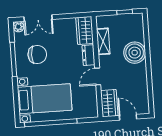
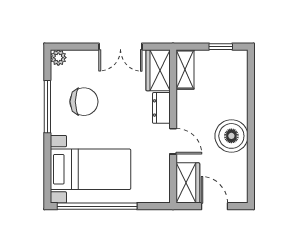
double door: (38, 18) -> (120, 47), moved
shelving: (103, 41) -> (185, 70), moved
boiler: (135, 53) -> (231, 136), moved
door: (98, 76) -> (173, 141), swing flipped

